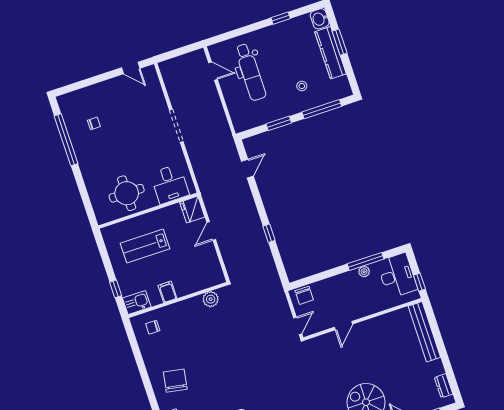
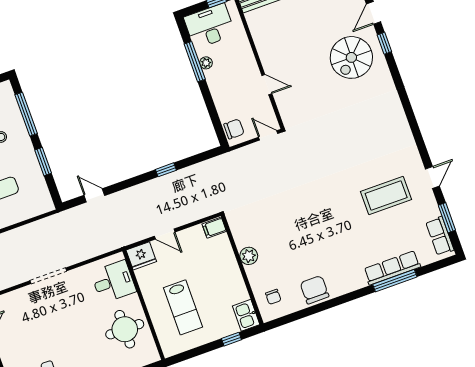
filing cabinet: (167, 292) -> (214, 228), moved
plant: (211, 299) -> (249, 256), moved
chair: (175, 381) -> (314, 290), moved, turned 80

